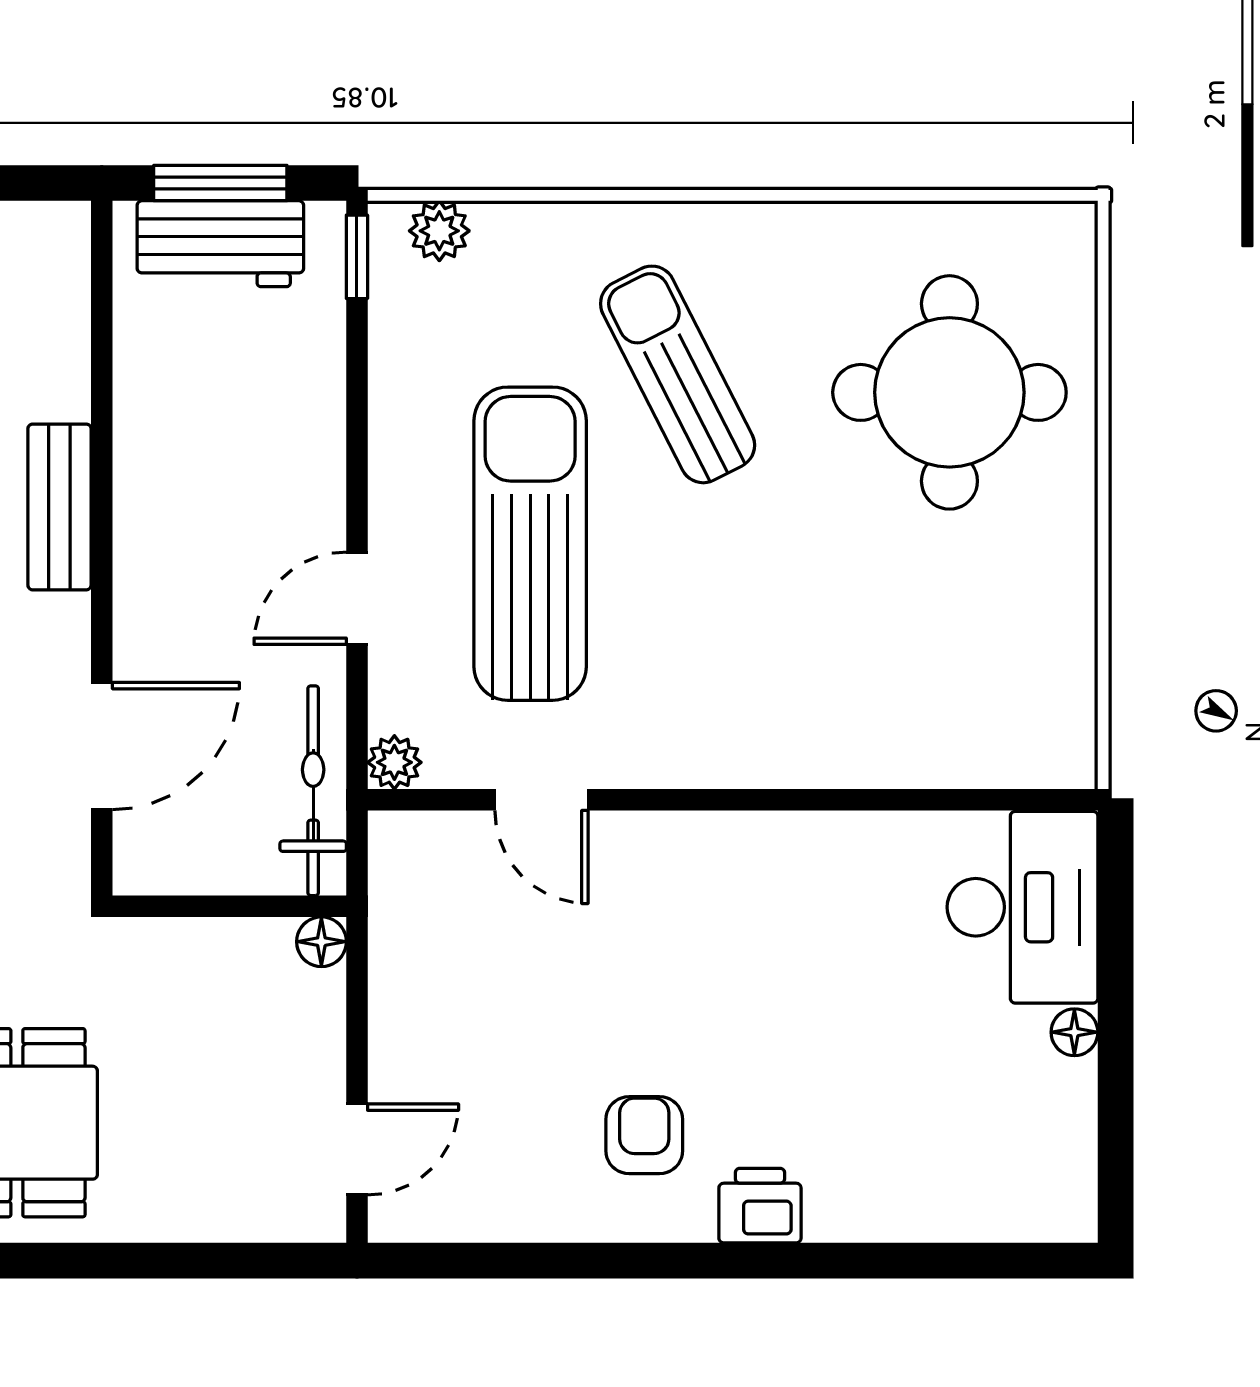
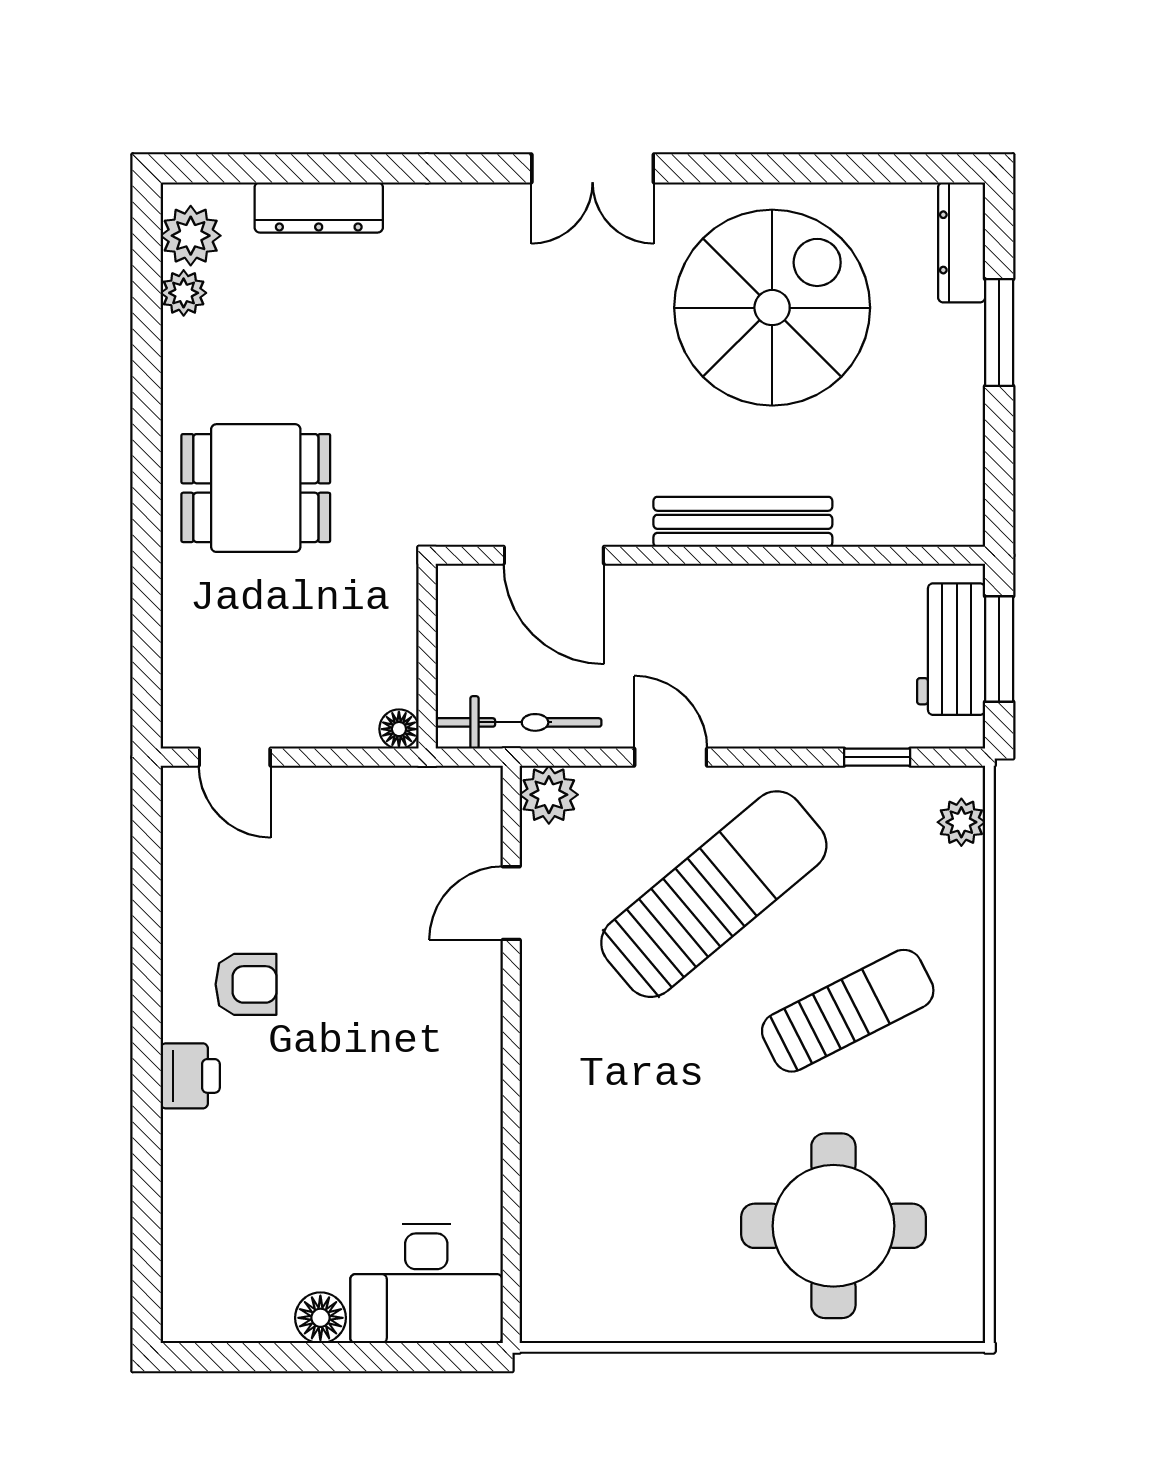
window: (357, 257) -> (877, 757), moved
bench: (59, 507) -> (743, 522), width x1.36
sun lounger: (530, 544) -> (714, 894), turned -40
plant: (394, 762) -> (549, 795), width x1.38, depth x1.38
floor lamp: (1074, 1032) -> (320, 1318), width x1.37, depth x1.37

